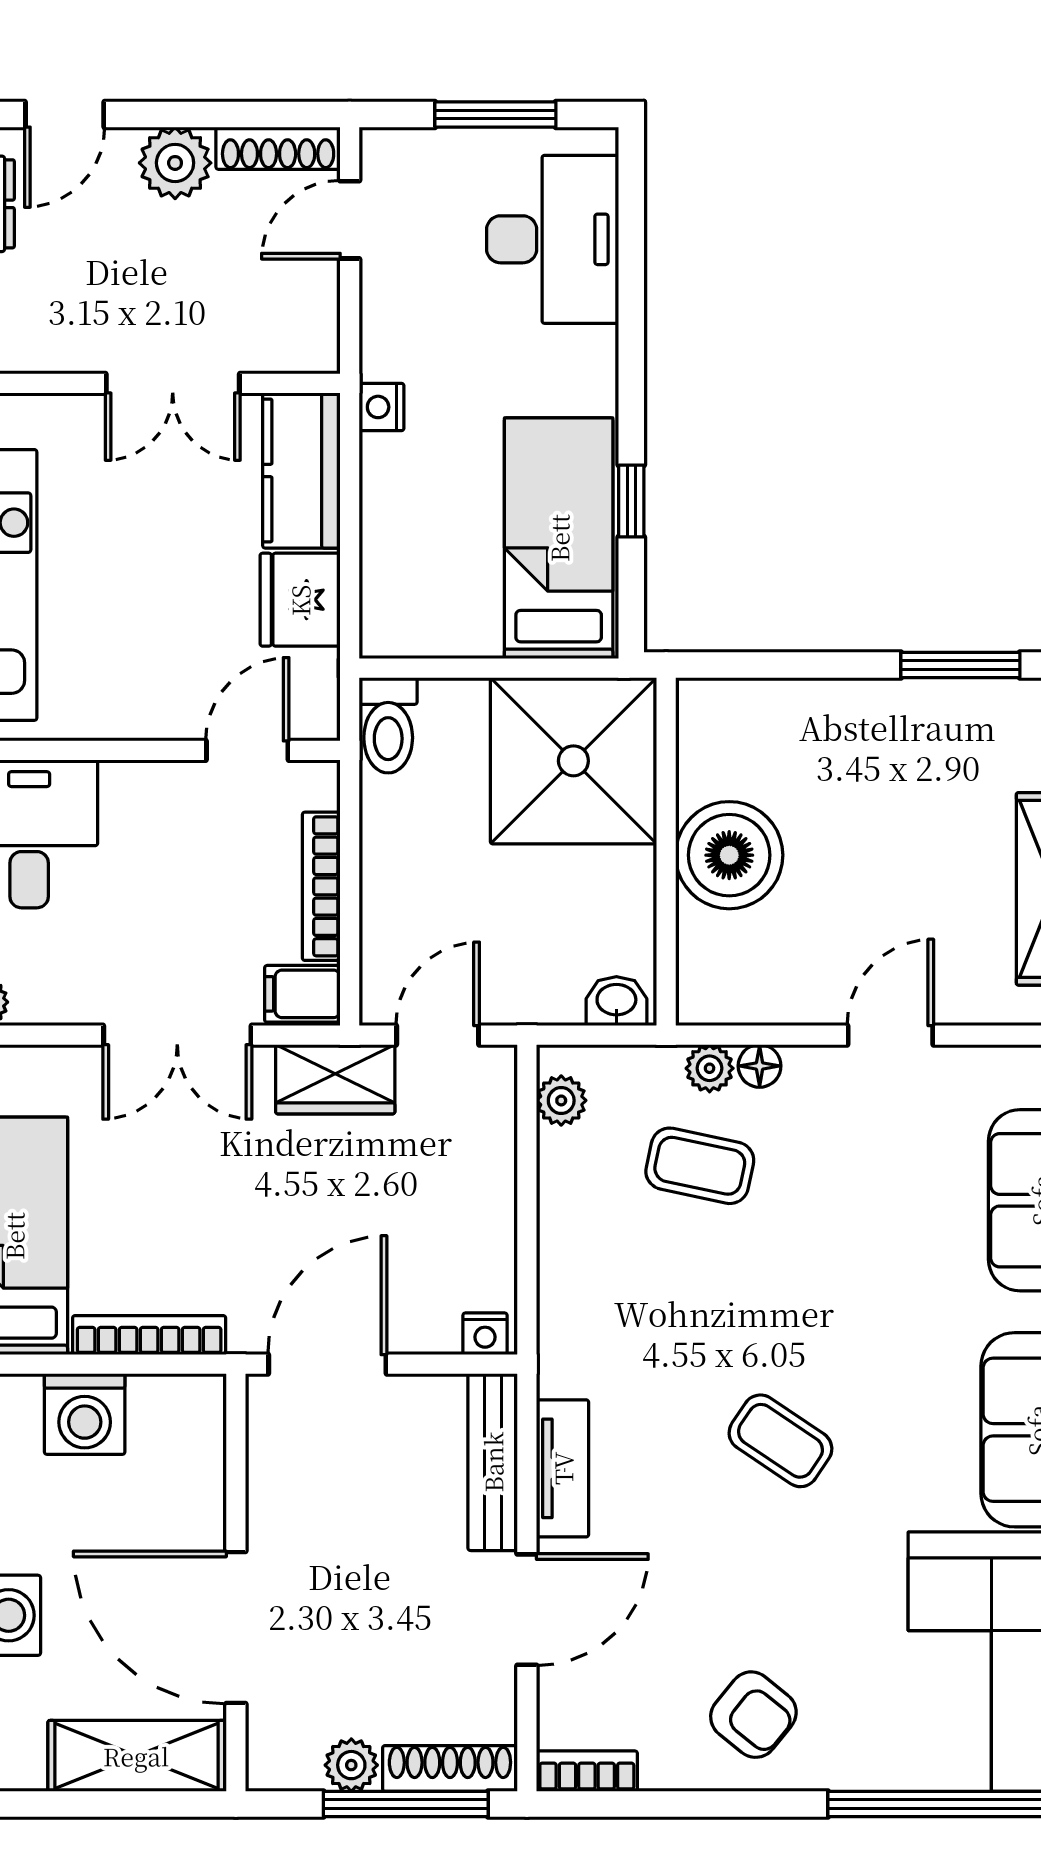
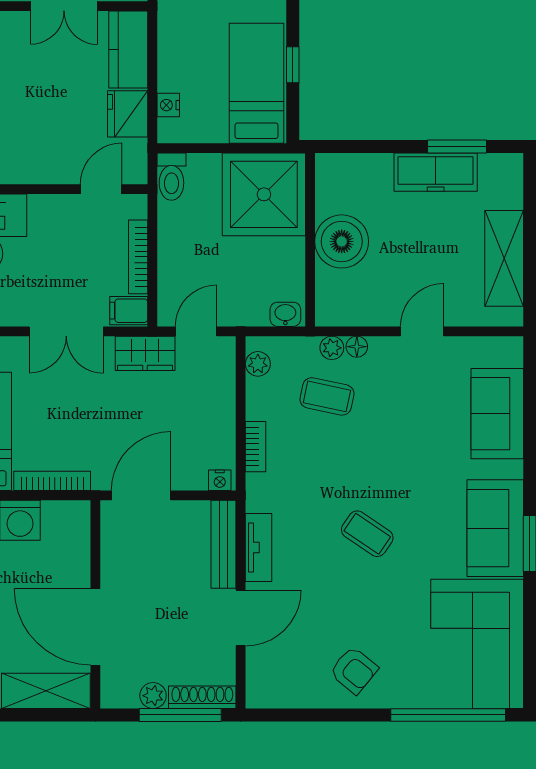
nightstand: (382, 407) -> (168, 105), moved
freezer: (917, 716) -> (436, 172), added
bookcase: (587, 1771) -> (256, 447), moved, turned 90

